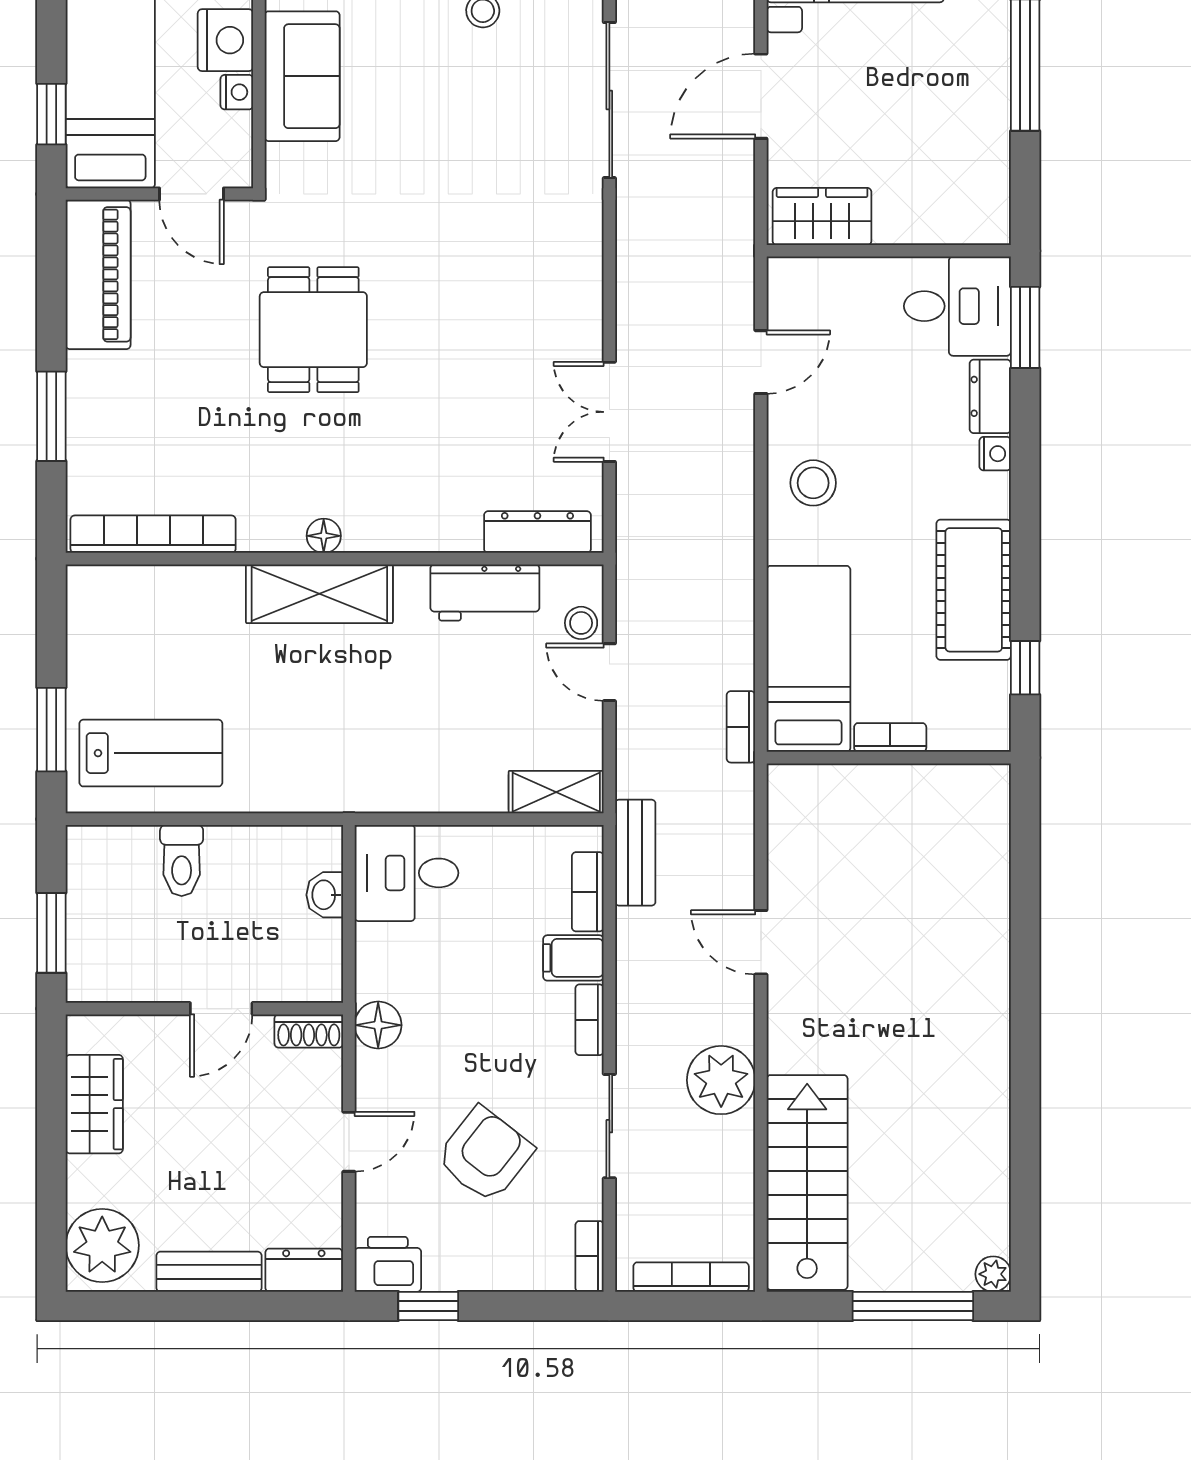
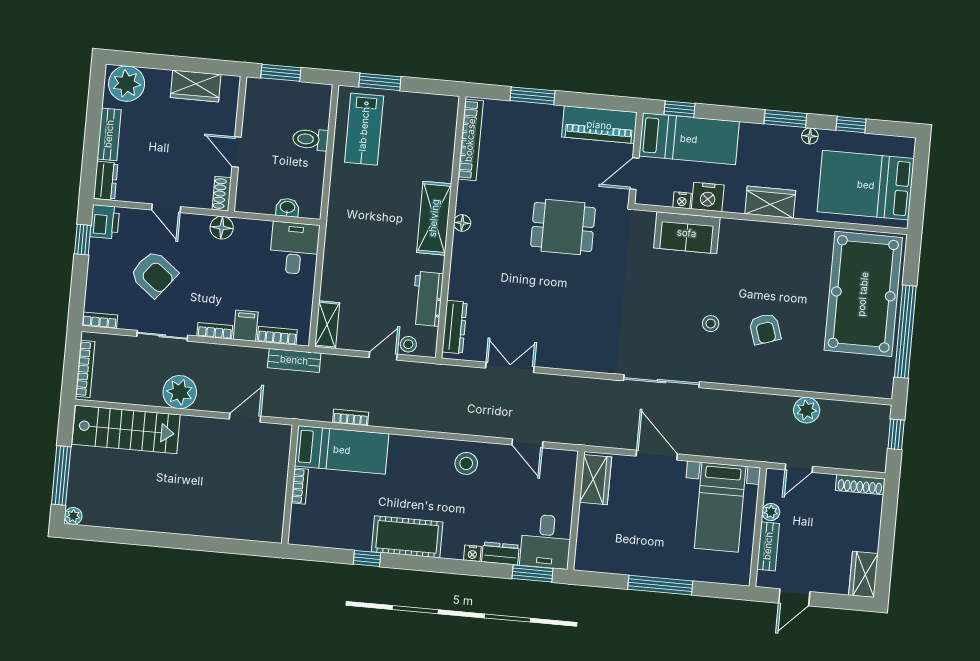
bed: (808, 659) -> (342, 450), moved
bookcase: (890, 737) -> (300, 486), moved
wall: (889, 758) -> (290, 484), moved

